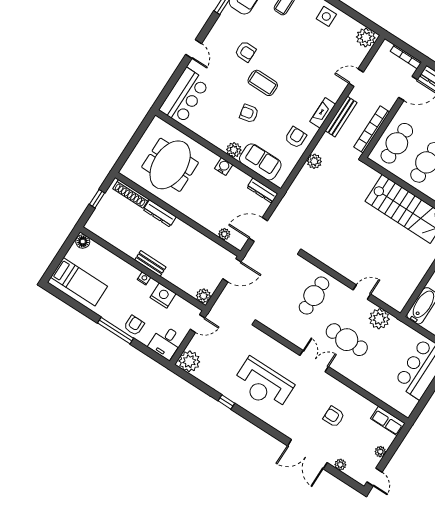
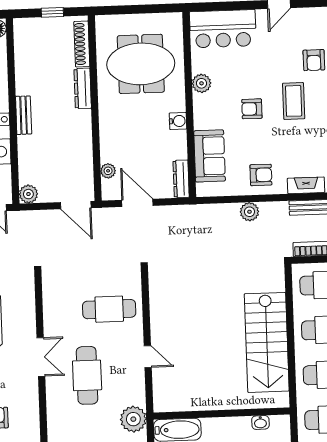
armchair: (249, 113) -> (252, 109), turned -78
plant: (234, 150) -> (202, 83), moved
plant: (379, 319) -> (133, 419), moved

